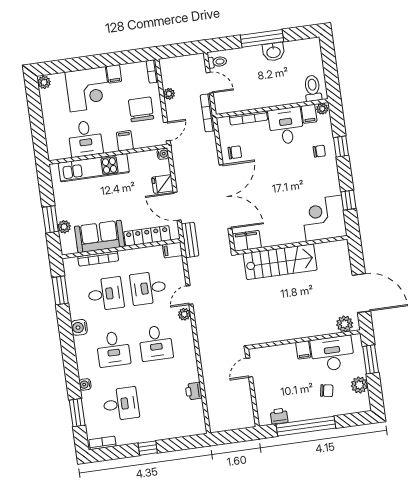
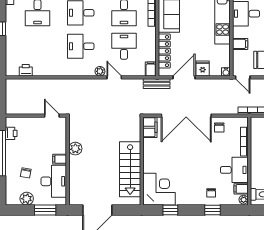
stairs: (280, 262) -> (130, 169), moved
plant: (345, 324) -> (75, 149), moved
printer: (194, 391) -> (26, 70), moved

